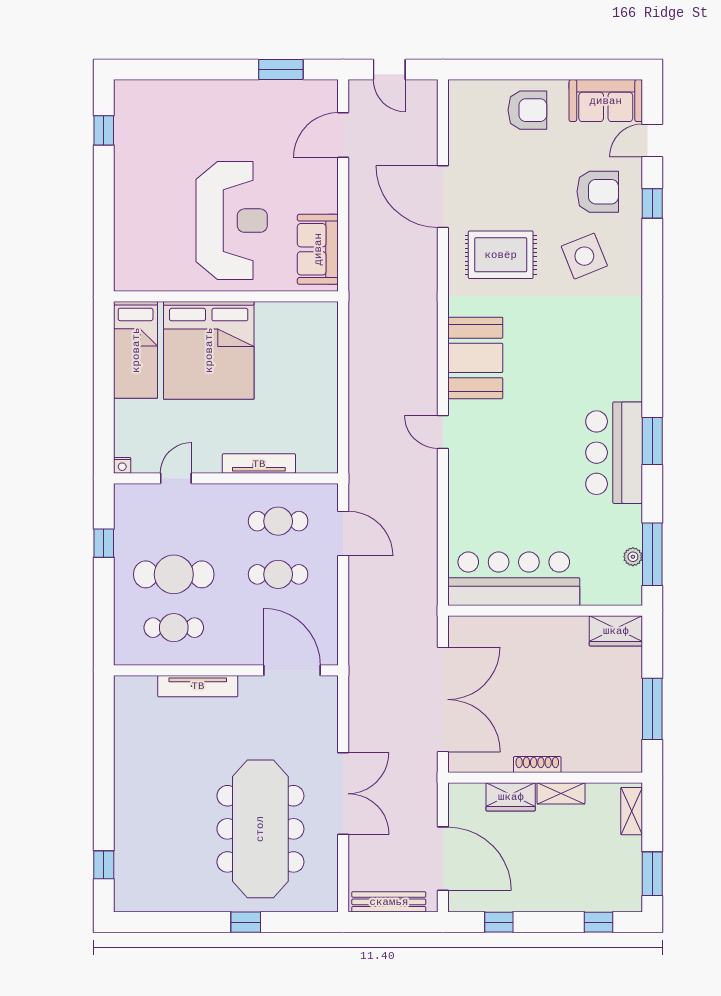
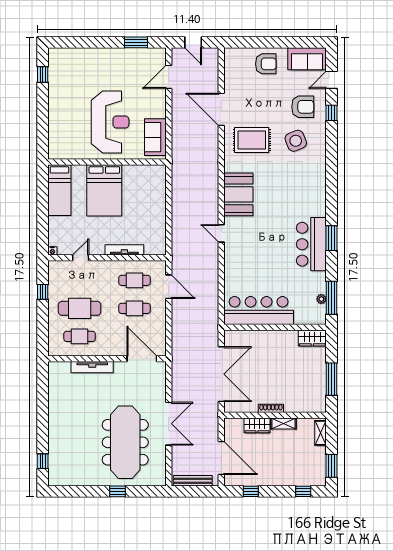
bed: (209, 350) -> (104, 190), width x0.73

